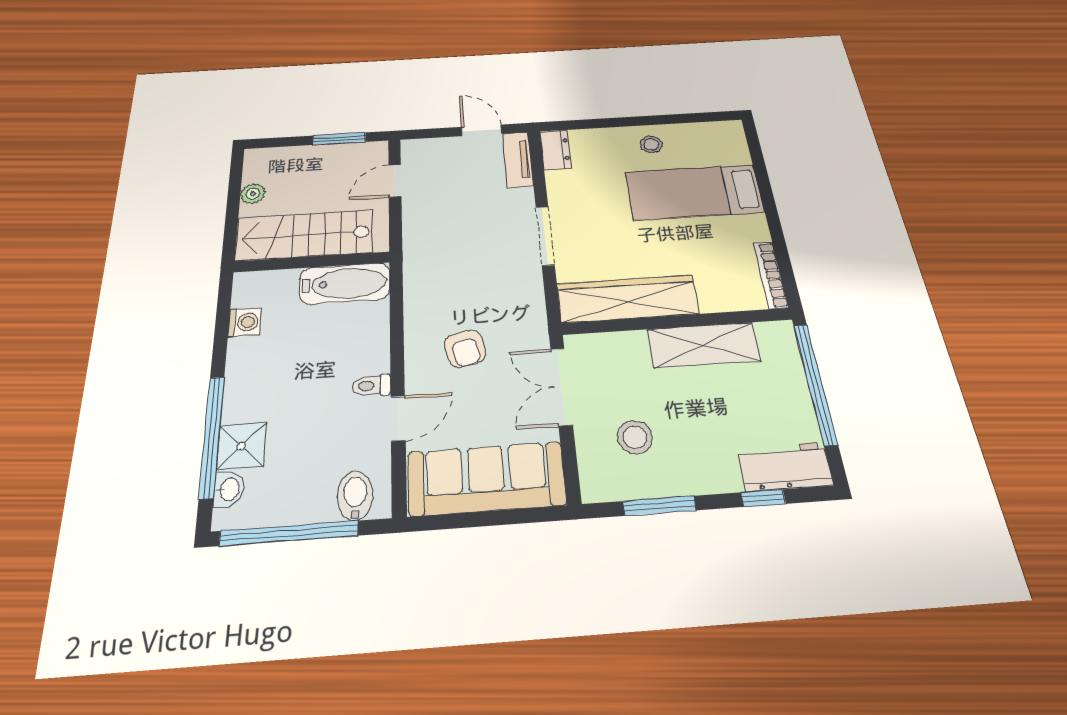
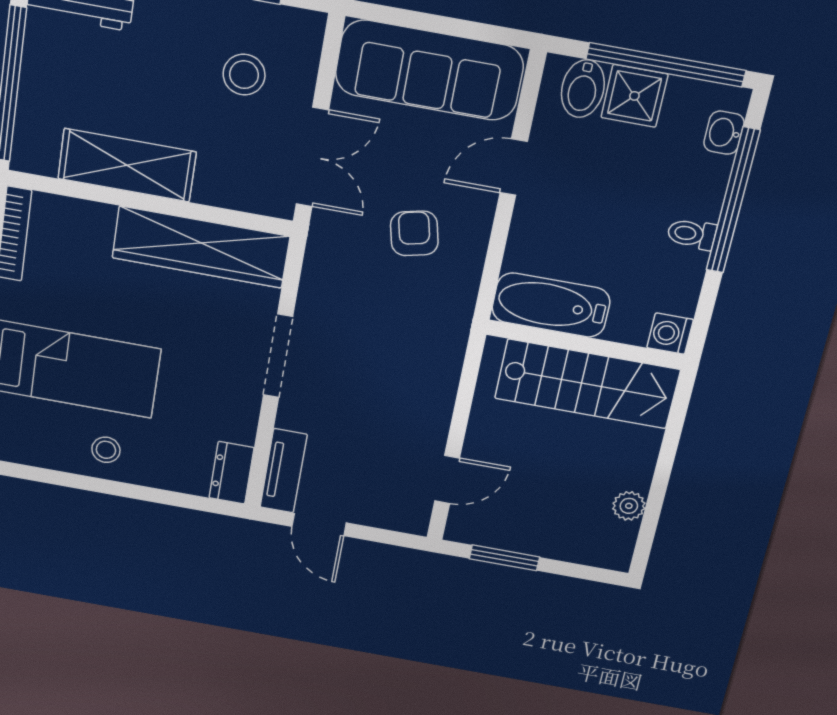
stairs: (304, 235) -> (587, 384), moved
wall: (312, 262) -> (585, 345), moved
bathtub: (345, 283) -> (551, 305), moved
toilet: (372, 386) -> (692, 234), moved, turned 180
shower: (241, 446) -> (634, 96), moved

